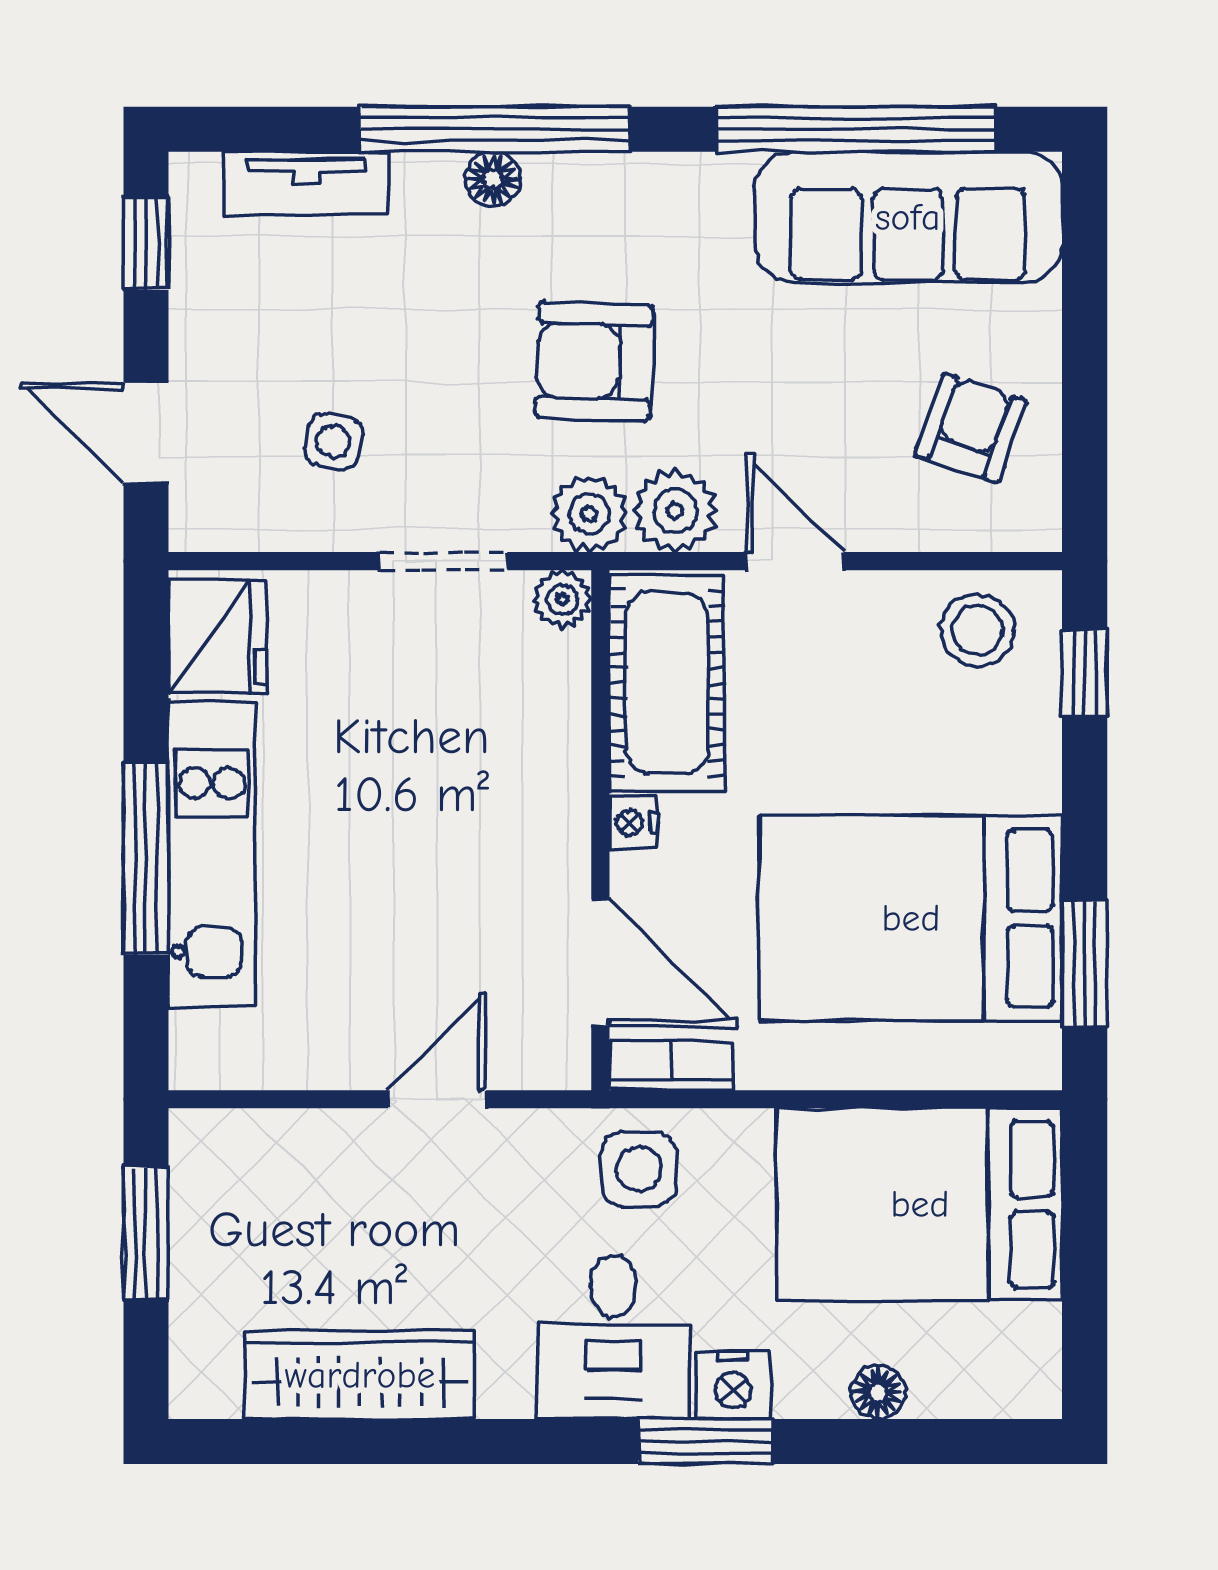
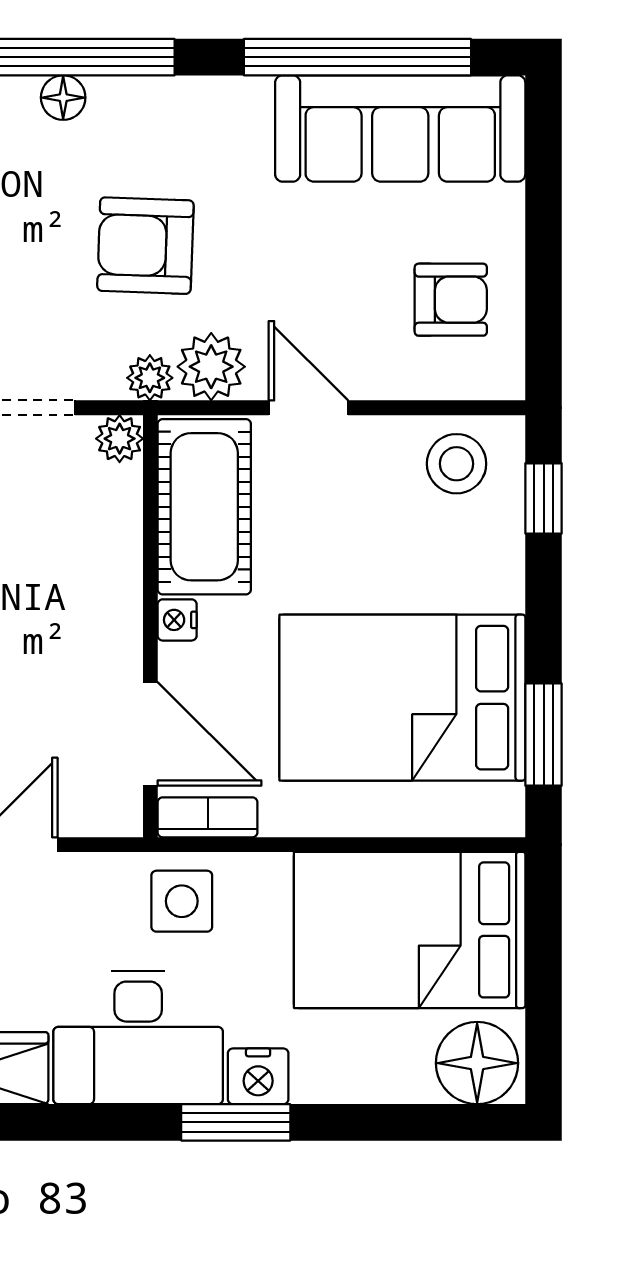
armchair: (970, 428) -> (451, 300), turned 71
plant: (589, 514) -> (150, 378), width x0.73, depth x0.73
desk: (614, 1337) -> (138, 1038), width x1.37
floor lamp: (878, 1392) -> (477, 1063), moved, width x1.89, depth x1.89

